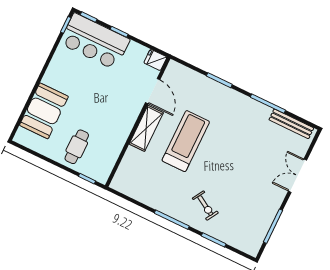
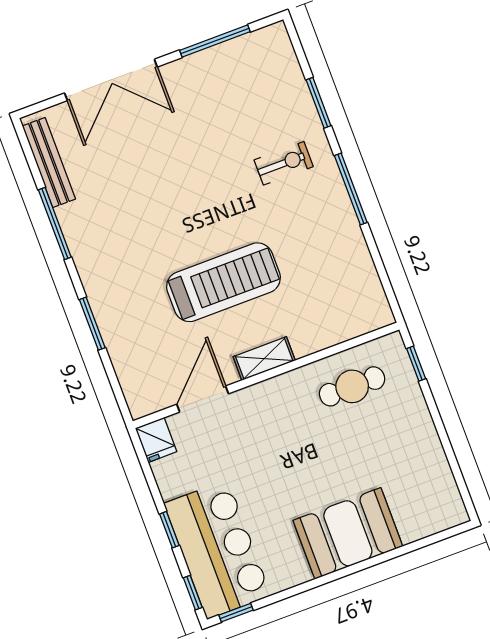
booth: (44, 111) -> (348, 533), moved
shelving: (146, 128) -> (264, 359), width x0.67, depth x0.75
treadmill: (186, 141) -> (223, 282), turned 180
cafe table: (77, 147) -> (352, 386), moved
double door: (298, 176) -> (111, 80), width x1.37
exercise bike: (205, 206) -> (284, 163), turned 59

